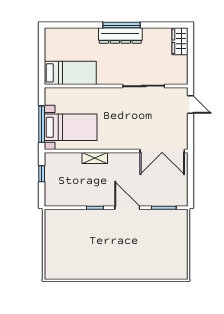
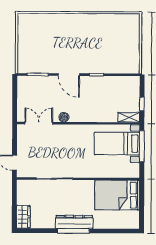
bed: (70, 73) -> (117, 195), width x1.50
double door: (162, 151) -> (39, 123), width x0.73
shelving: (95, 158) -> (129, 117), moved
boiler: (133, 158) -> (64, 117), added

